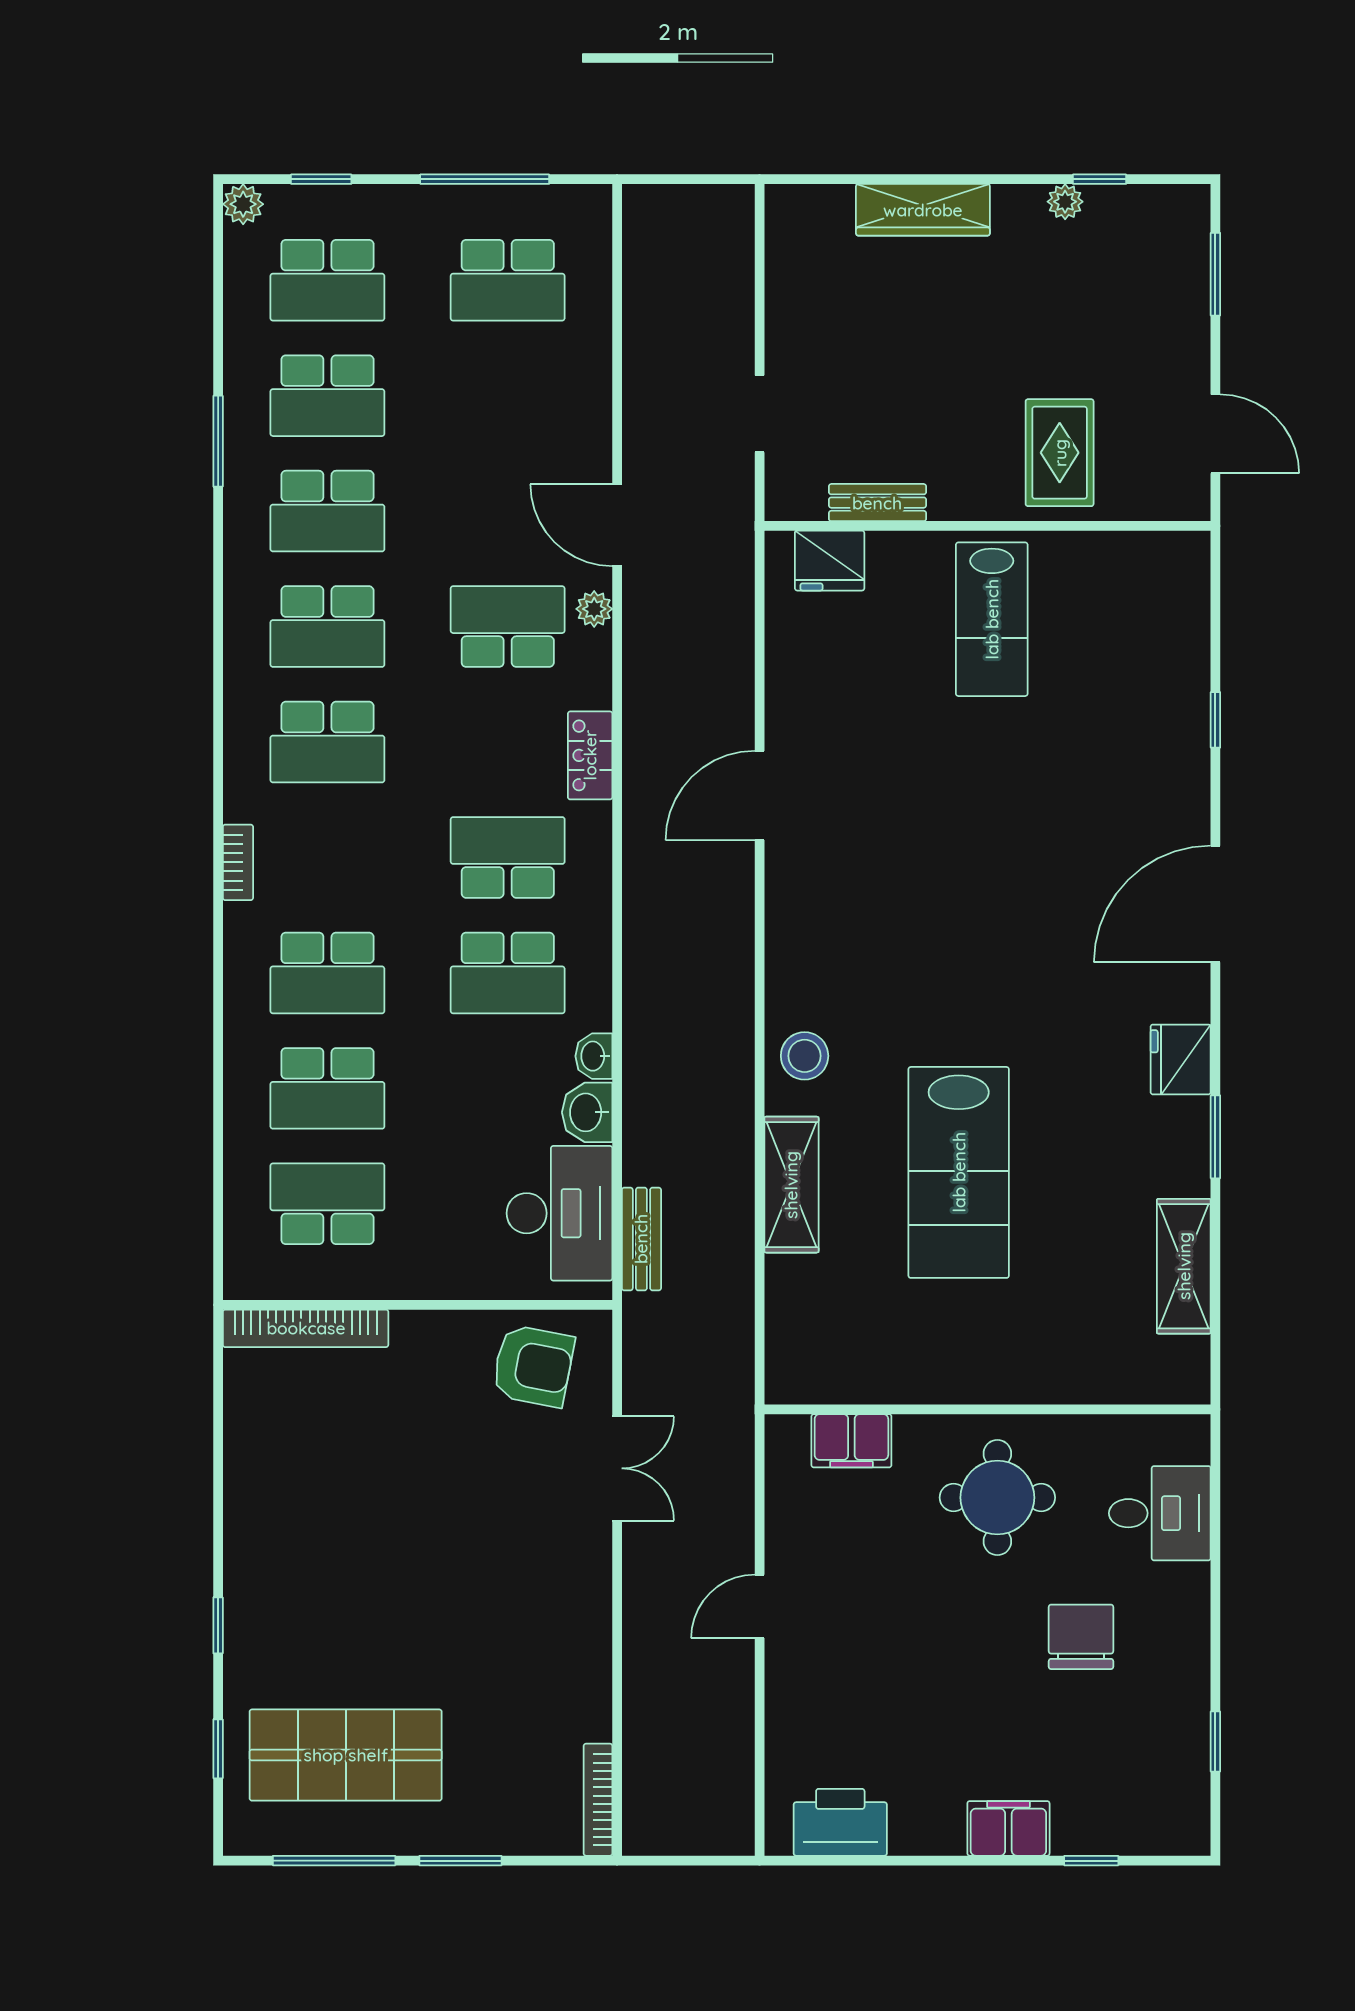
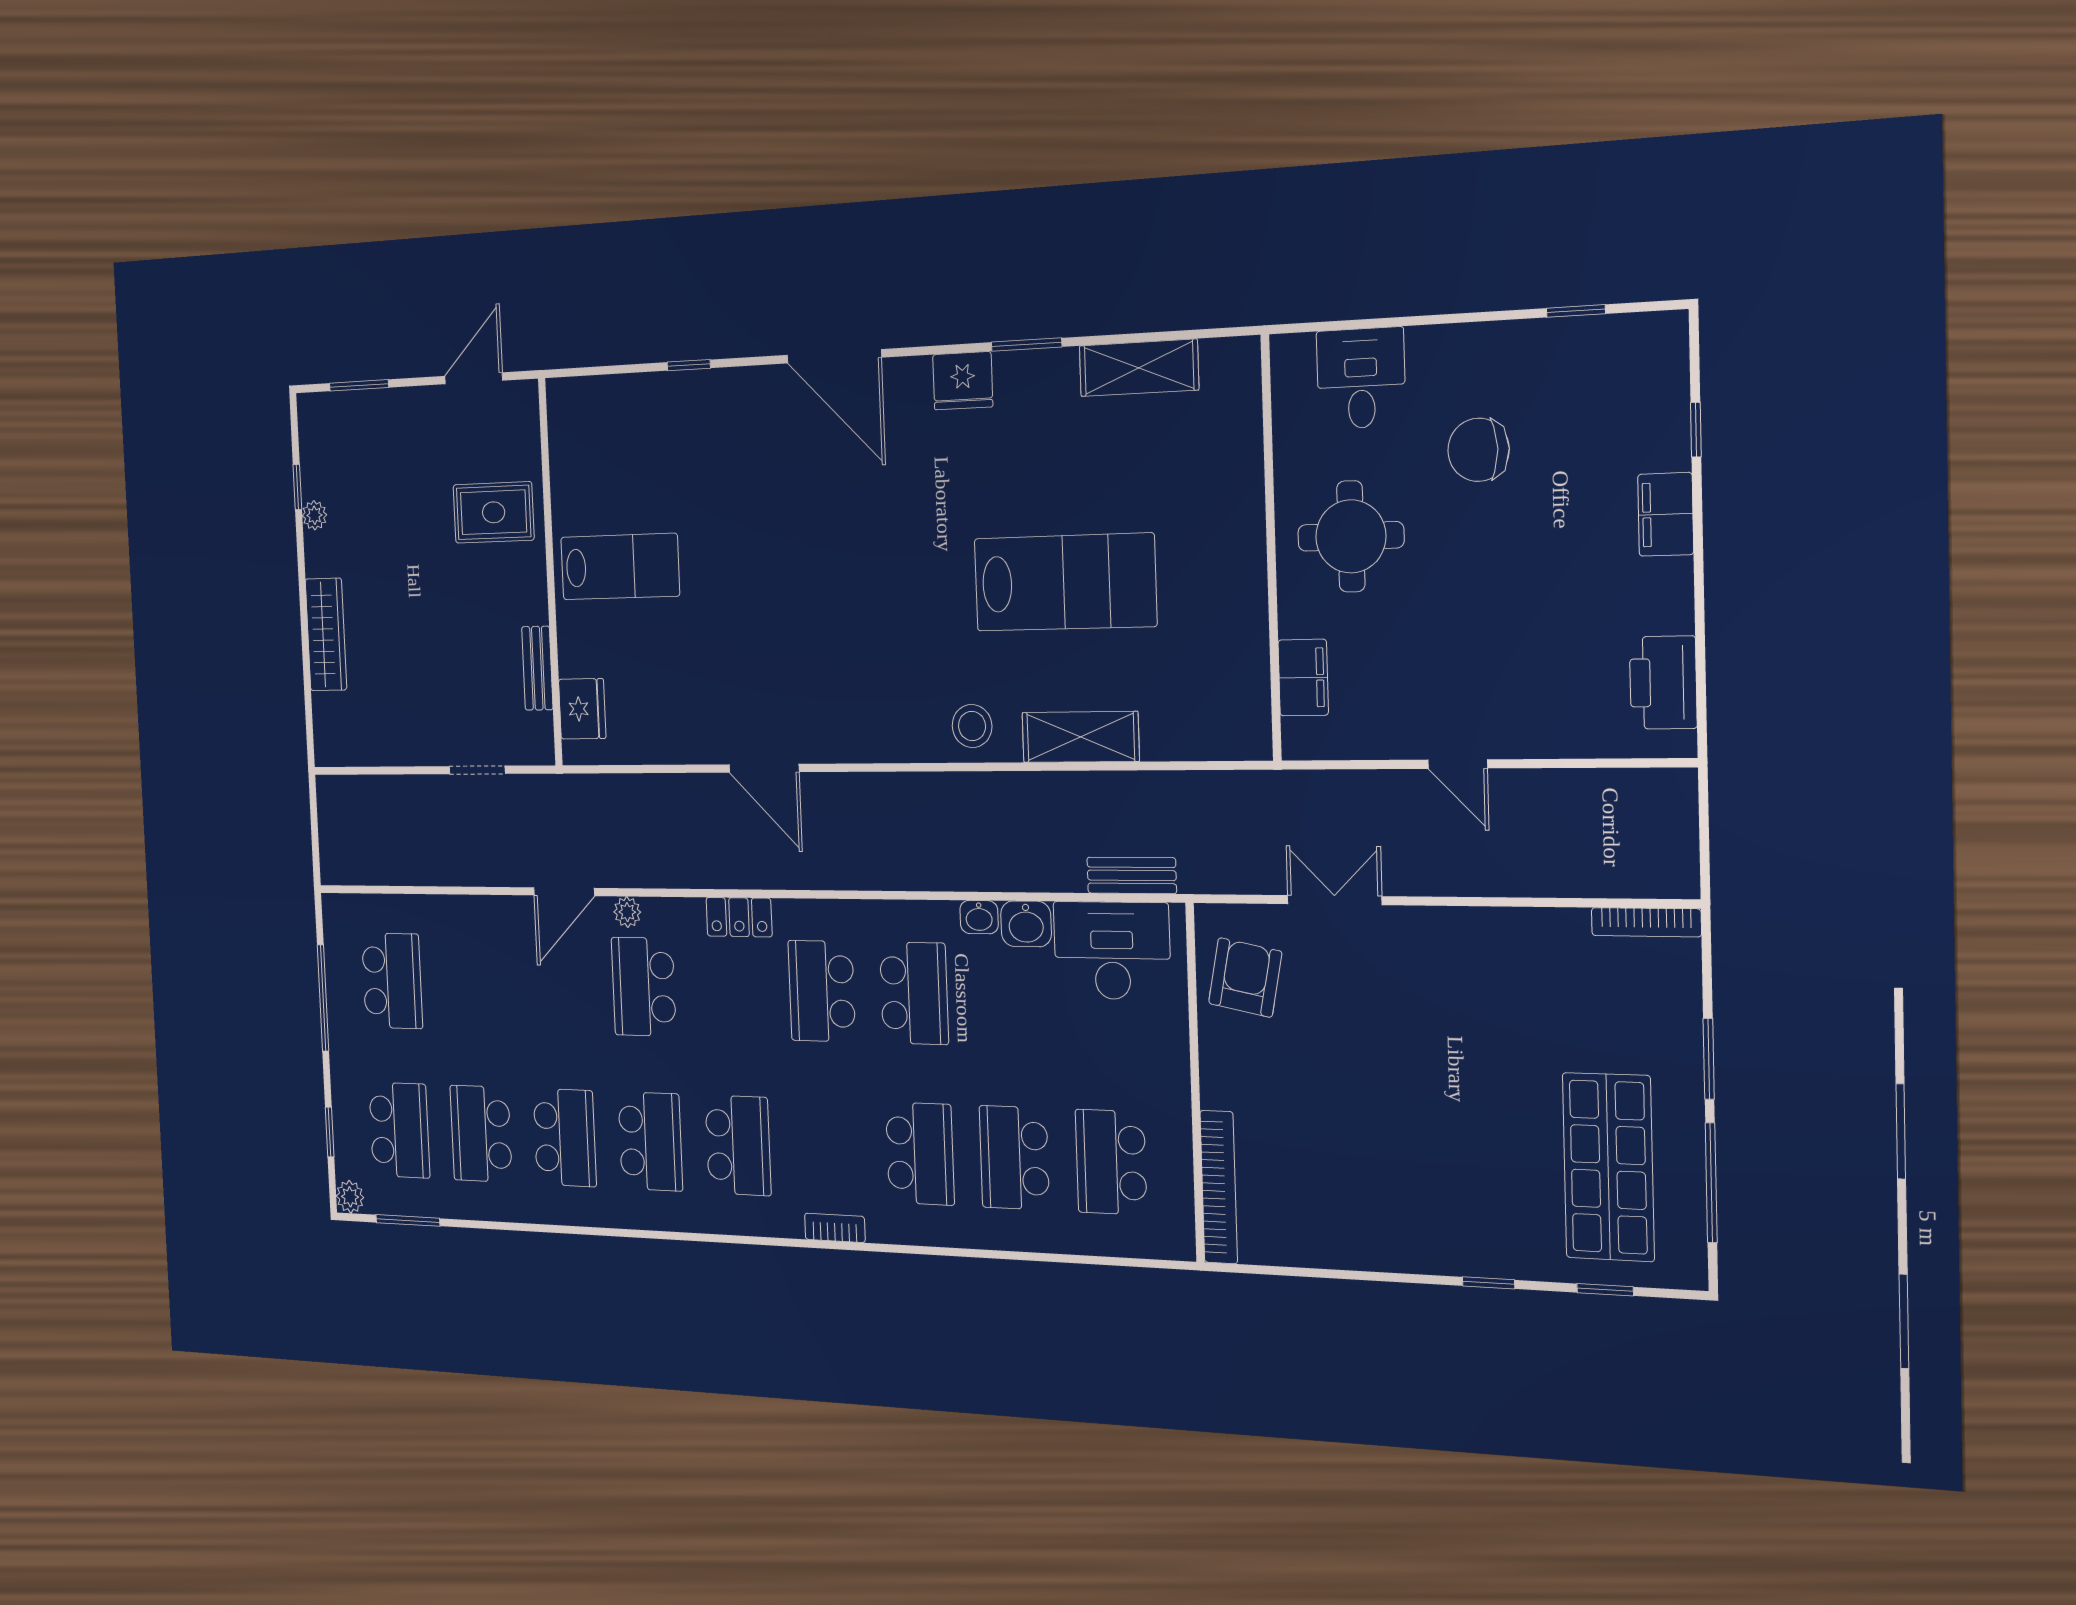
school desk: (327, 396) -> (481, 1134), turned 180
window: (218, 441) -> (408, 1220), moved
school desk: (327, 1088) -> (1014, 1158), turned 180

